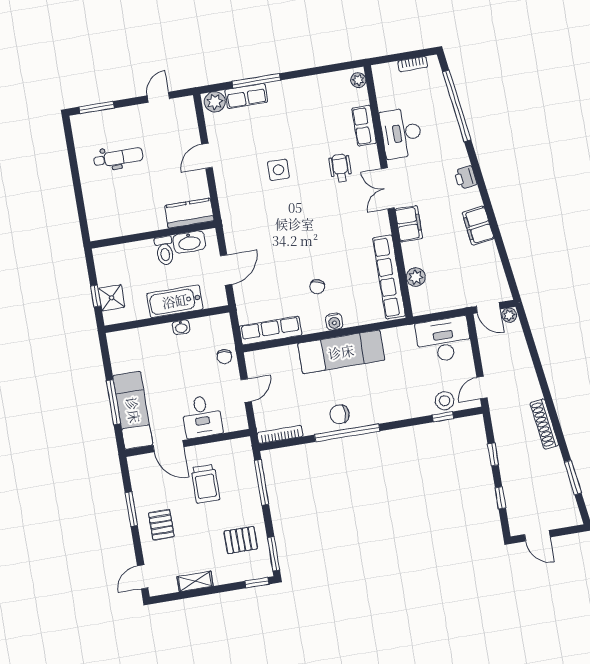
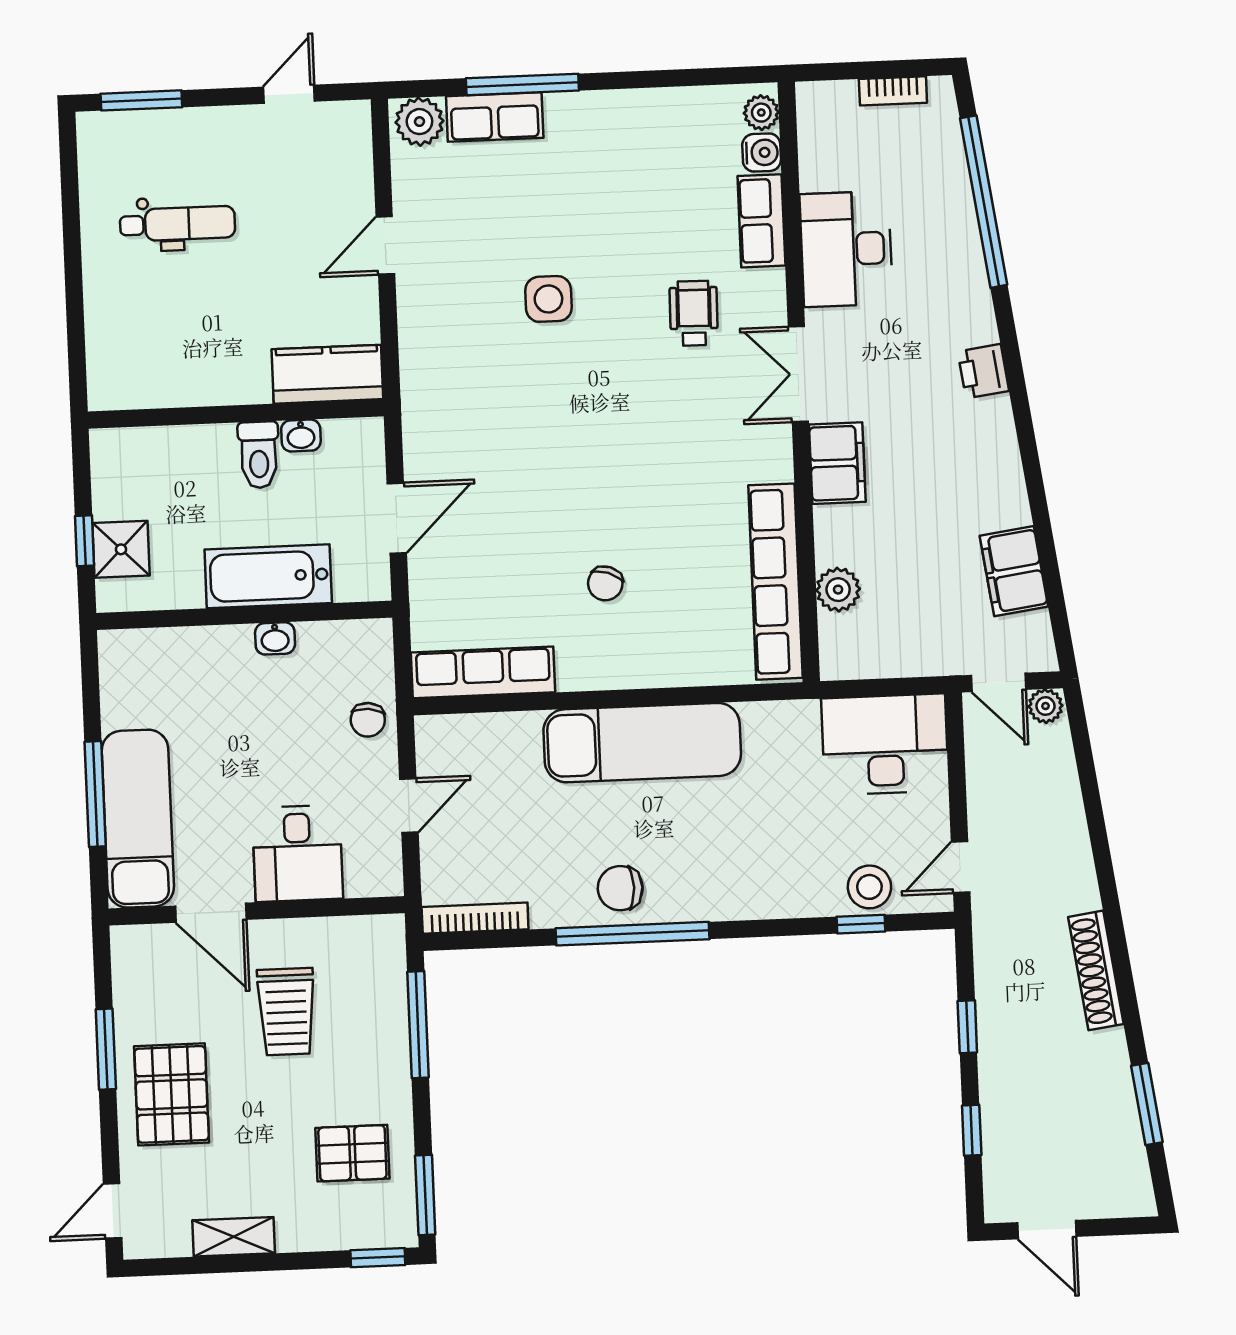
filing cabinet: (478, 226) -> (1014, 571), moved
washbasin: (189, 242) -> (301, 436), width x0.52, depth x0.69
water cooler: (334, 322) -> (762, 152), moved, turned -90
pallet: (161, 525) -> (172, 1094), width x1.50, depth x1.42

